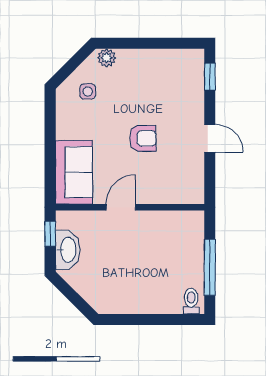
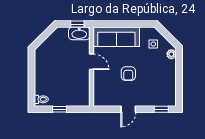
sofa: (74, 172) -> (116, 37), width x1.36
washbasin: (68, 250) -> (79, 33), moved
window: (210, 267) -> (59, 109), width x0.46

